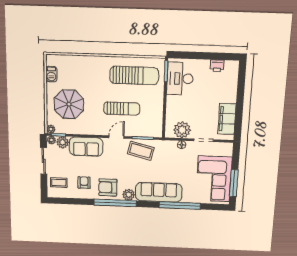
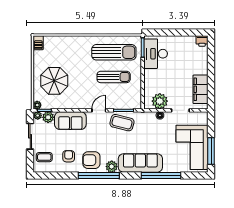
printer: (217, 66) -> (202, 41), moved
barbecue: (51, 74) -> (38, 43), moved
sun lounger: (122, 109) -> (114, 77), moved

